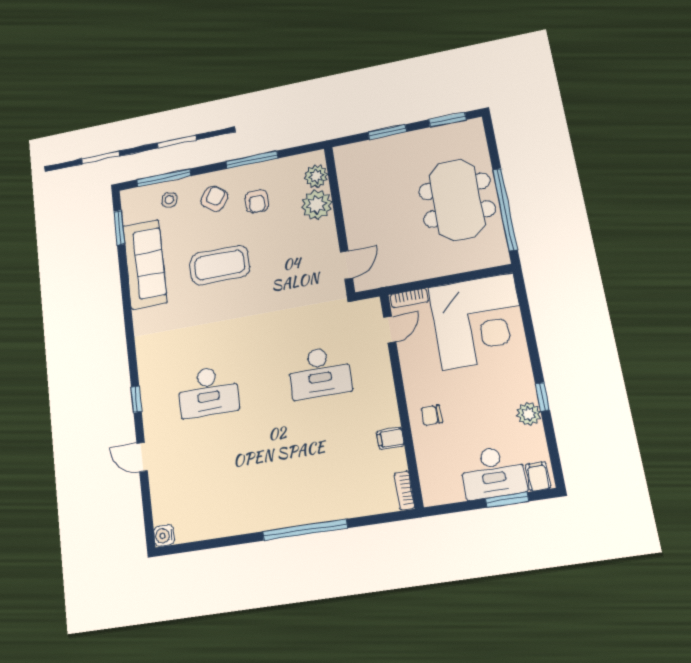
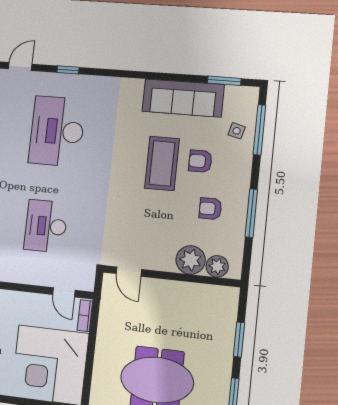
armchair: (214, 199) -> (200, 161), moved, turned 146
desk: (208, 392) -> (57, 131), width x1.36, depth x1.30

